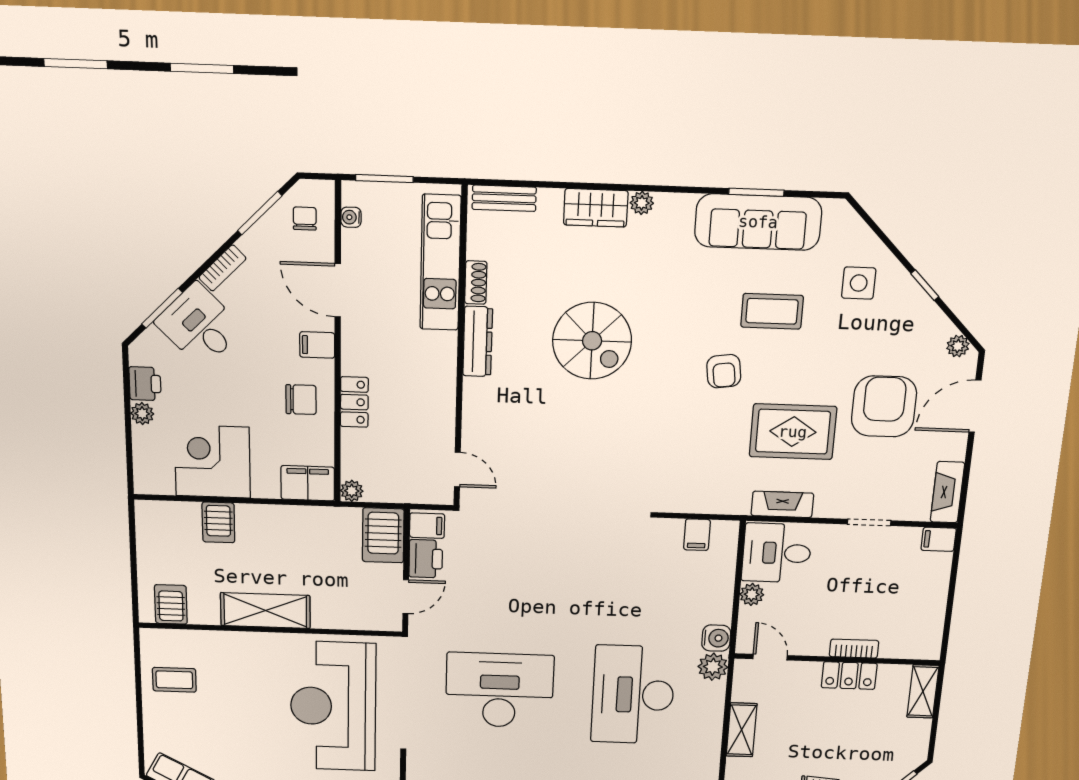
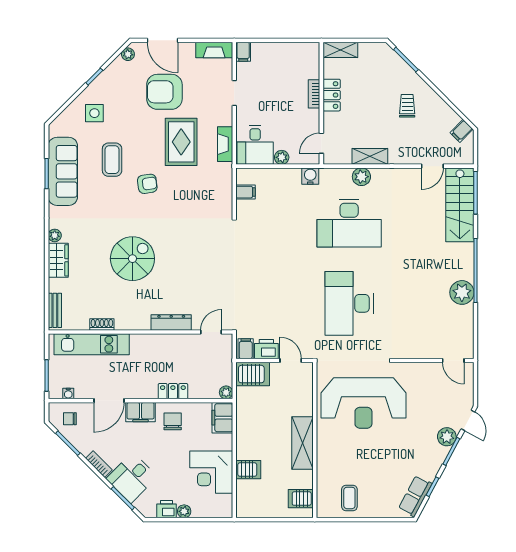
dresser: (478, 341) -> (171, 322), moved
filing cabinet: (317, 345) -> (141, 412), width x2.00
plant: (713, 667) -> (361, 177), moved

